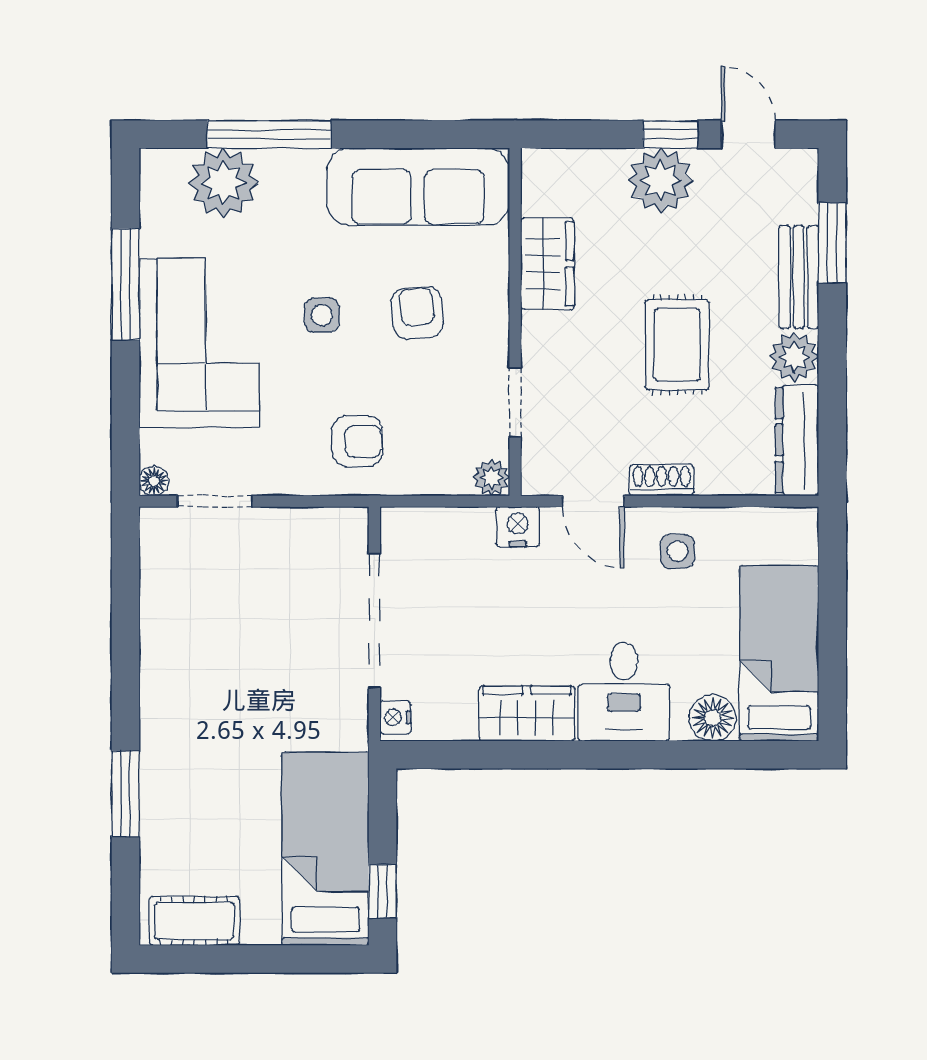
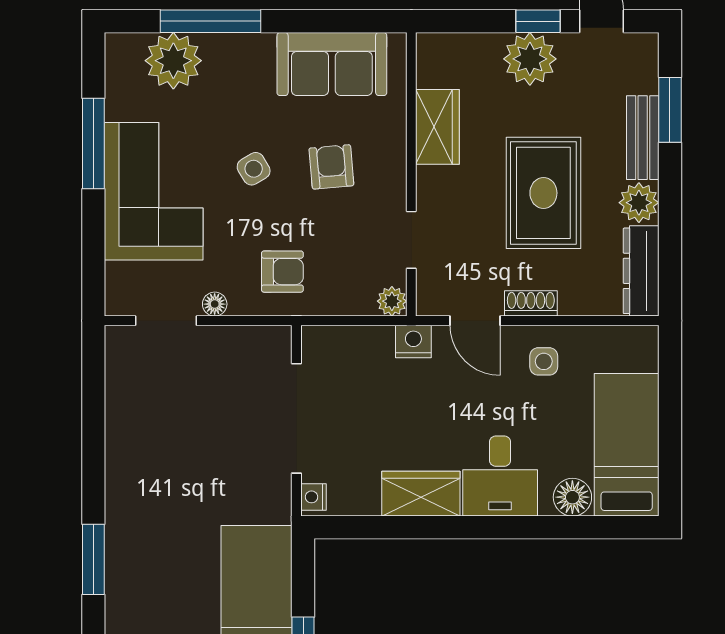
sofa: (418, 187) -> (332, 64), width x0.73
side table: (322, 315) -> (254, 169), turned -31
rug: (677, 345) -> (543, 193), width x1.36, depth x1.43
floor lamp: (154, 481) -> (215, 304), moved

